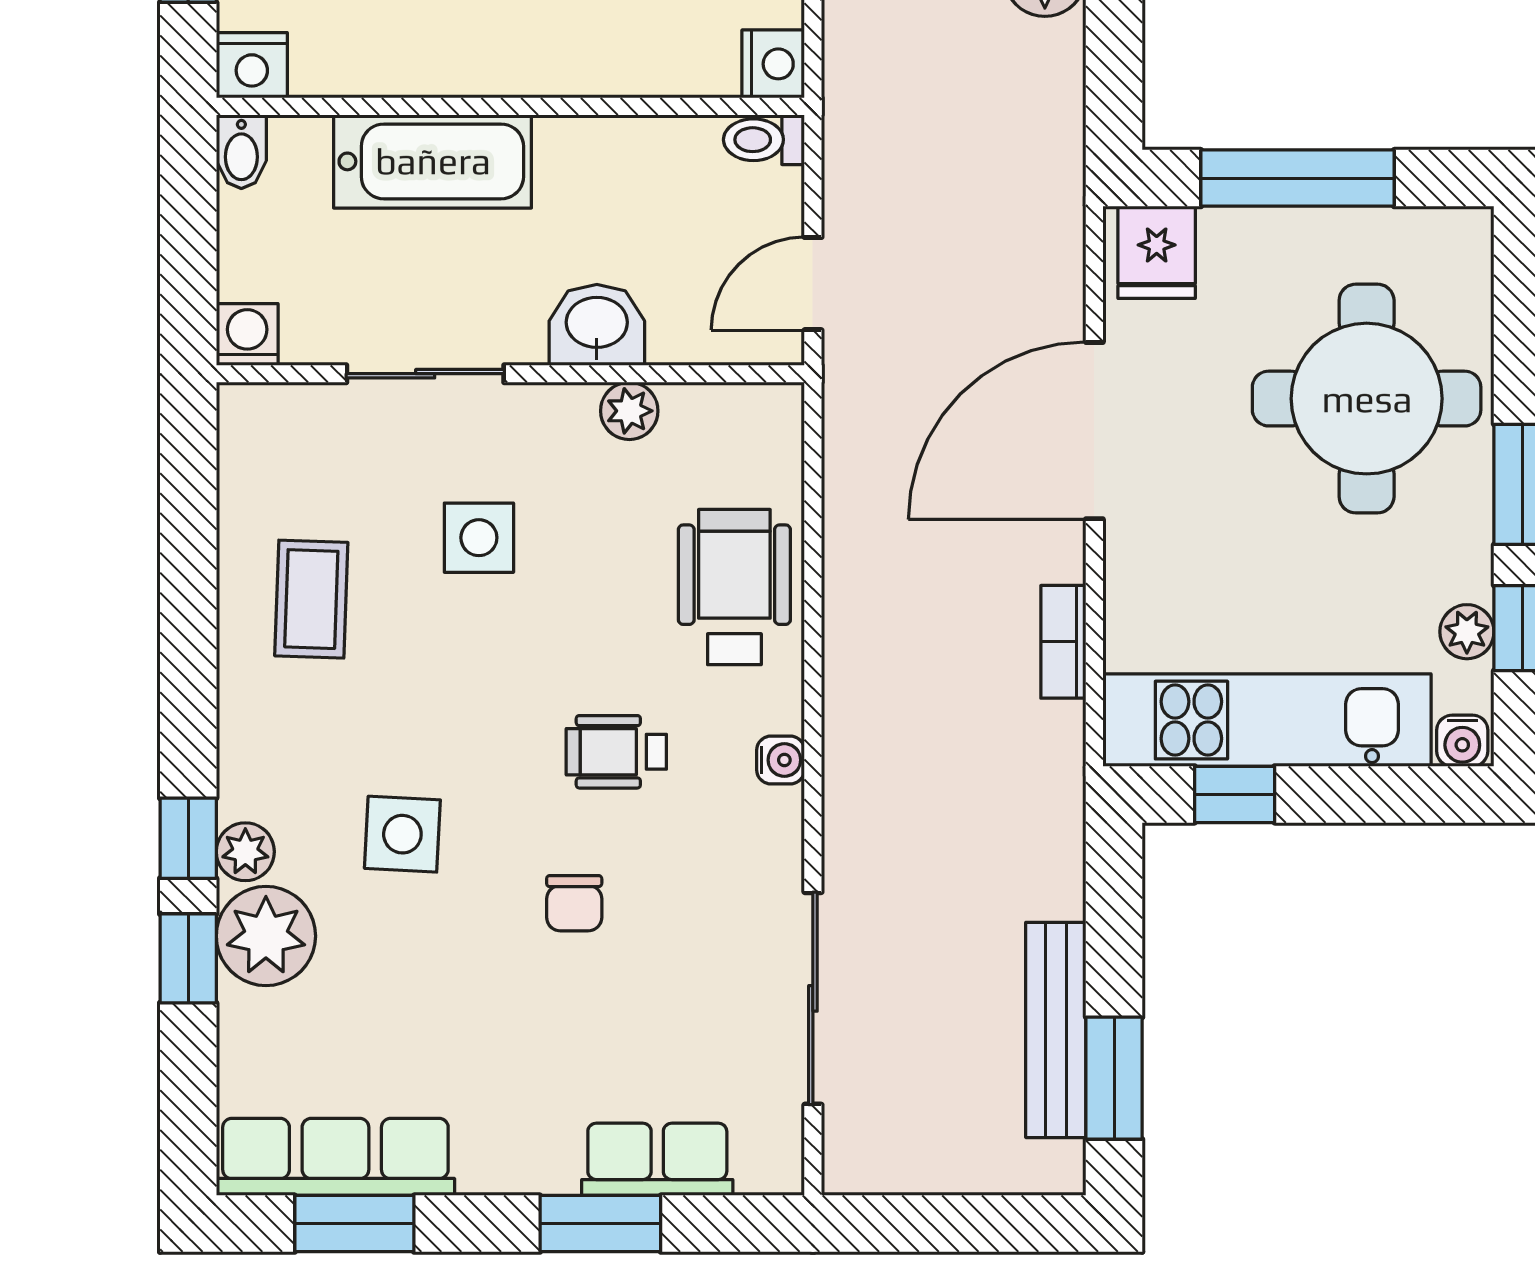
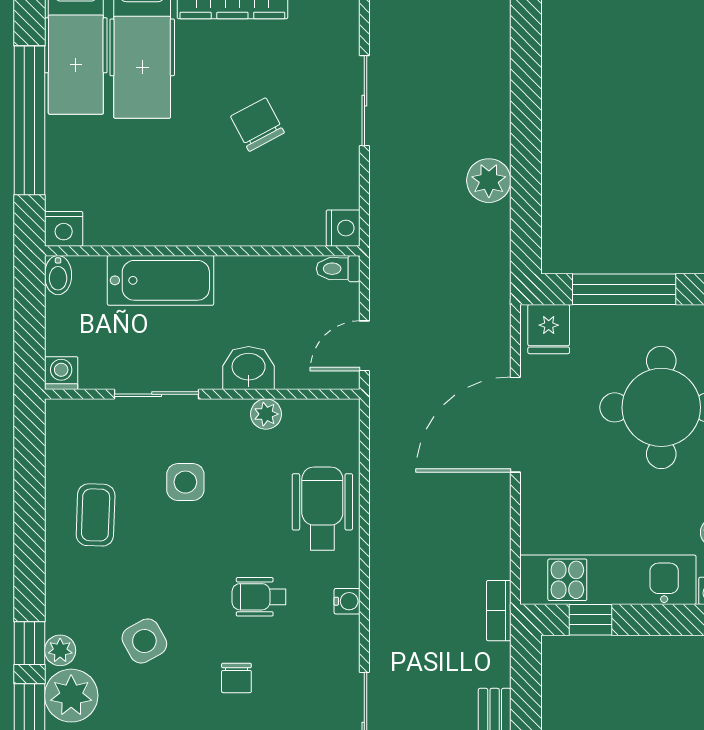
bookcase: (1063, 642) -> (499, 611), moved
side table: (402, 834) -> (144, 641), turned -32

